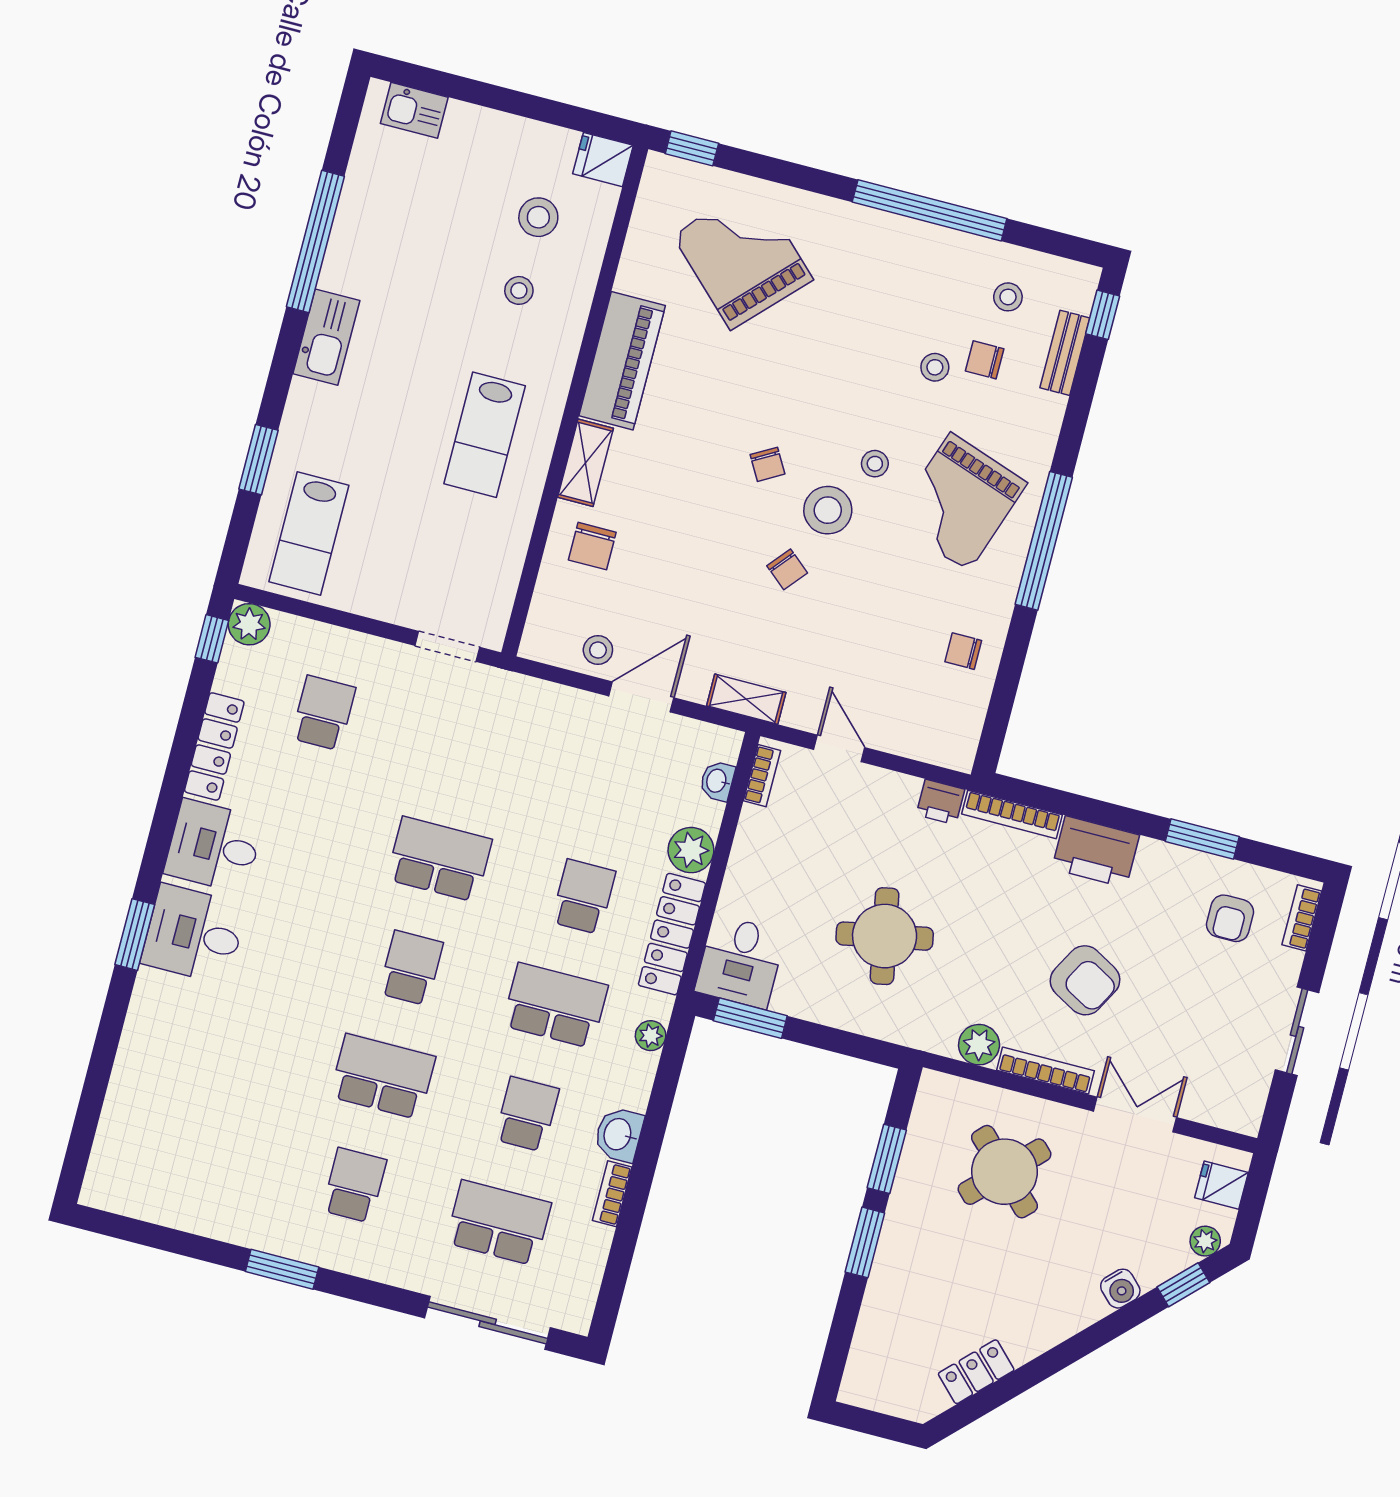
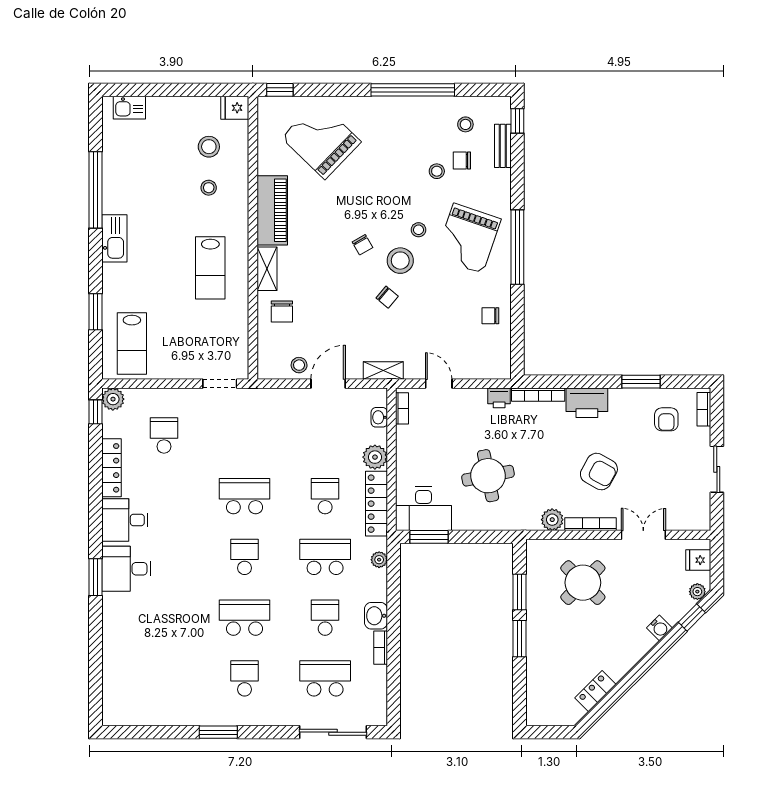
desk: (740, 962) -> (423, 509), width x1.37

